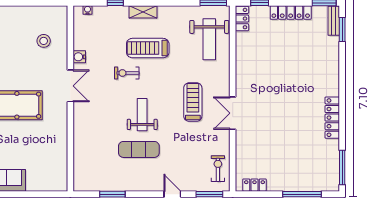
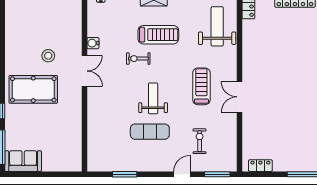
weight bench: (209, 39) -> (217, 26), turned 180
stool: (44, 41) -> (48, 56), moved
treadmill: (148, 48) -> (158, 35), turned 180
exercise bike: (218, 169) -> (200, 141), moved
door: (172, 194) -> (182, 174), hinge flipped

